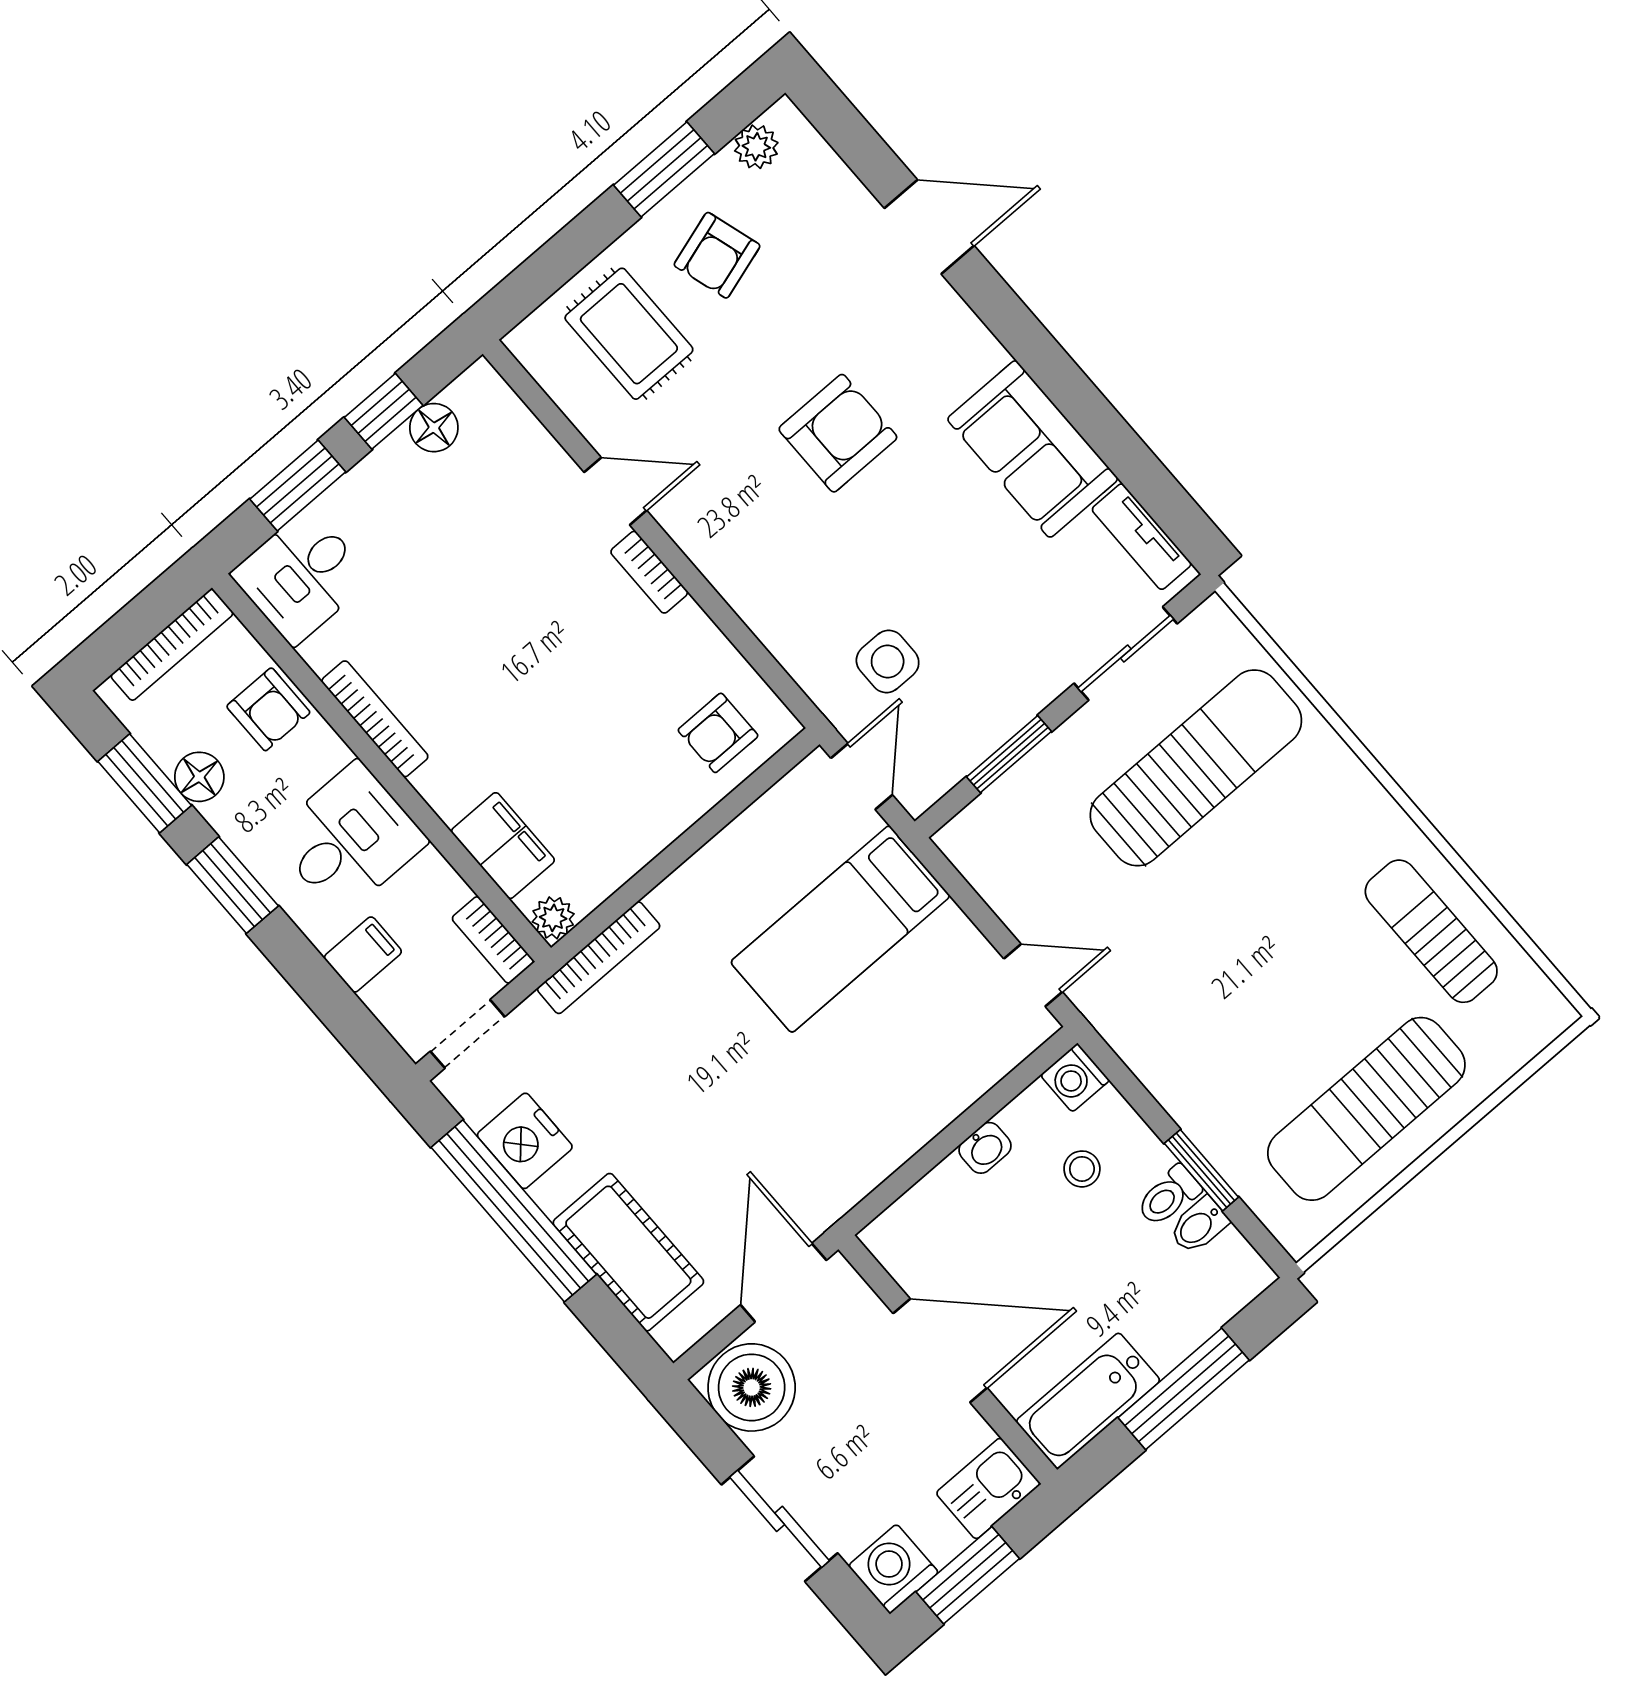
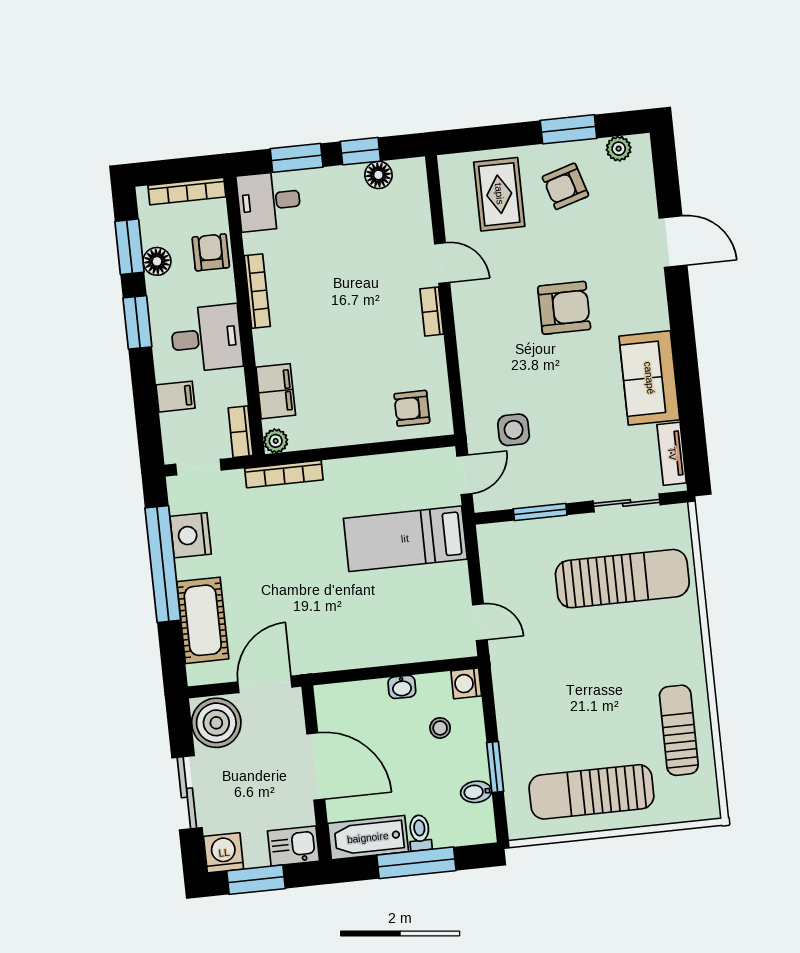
armchair: (268, 709) -> (211, 252), turned 180
toilet: (1169, 1196) -> (420, 833), moved, turned 90

